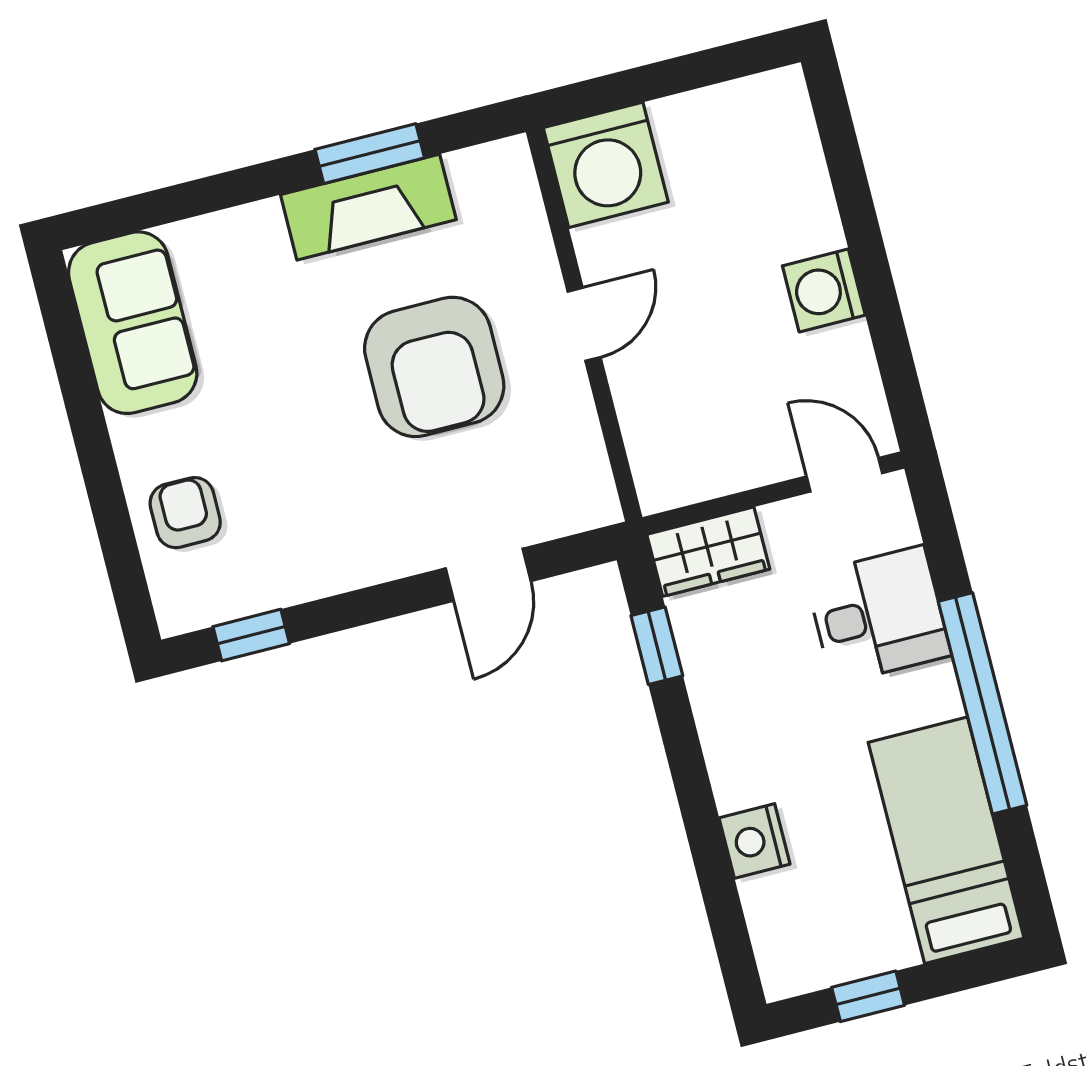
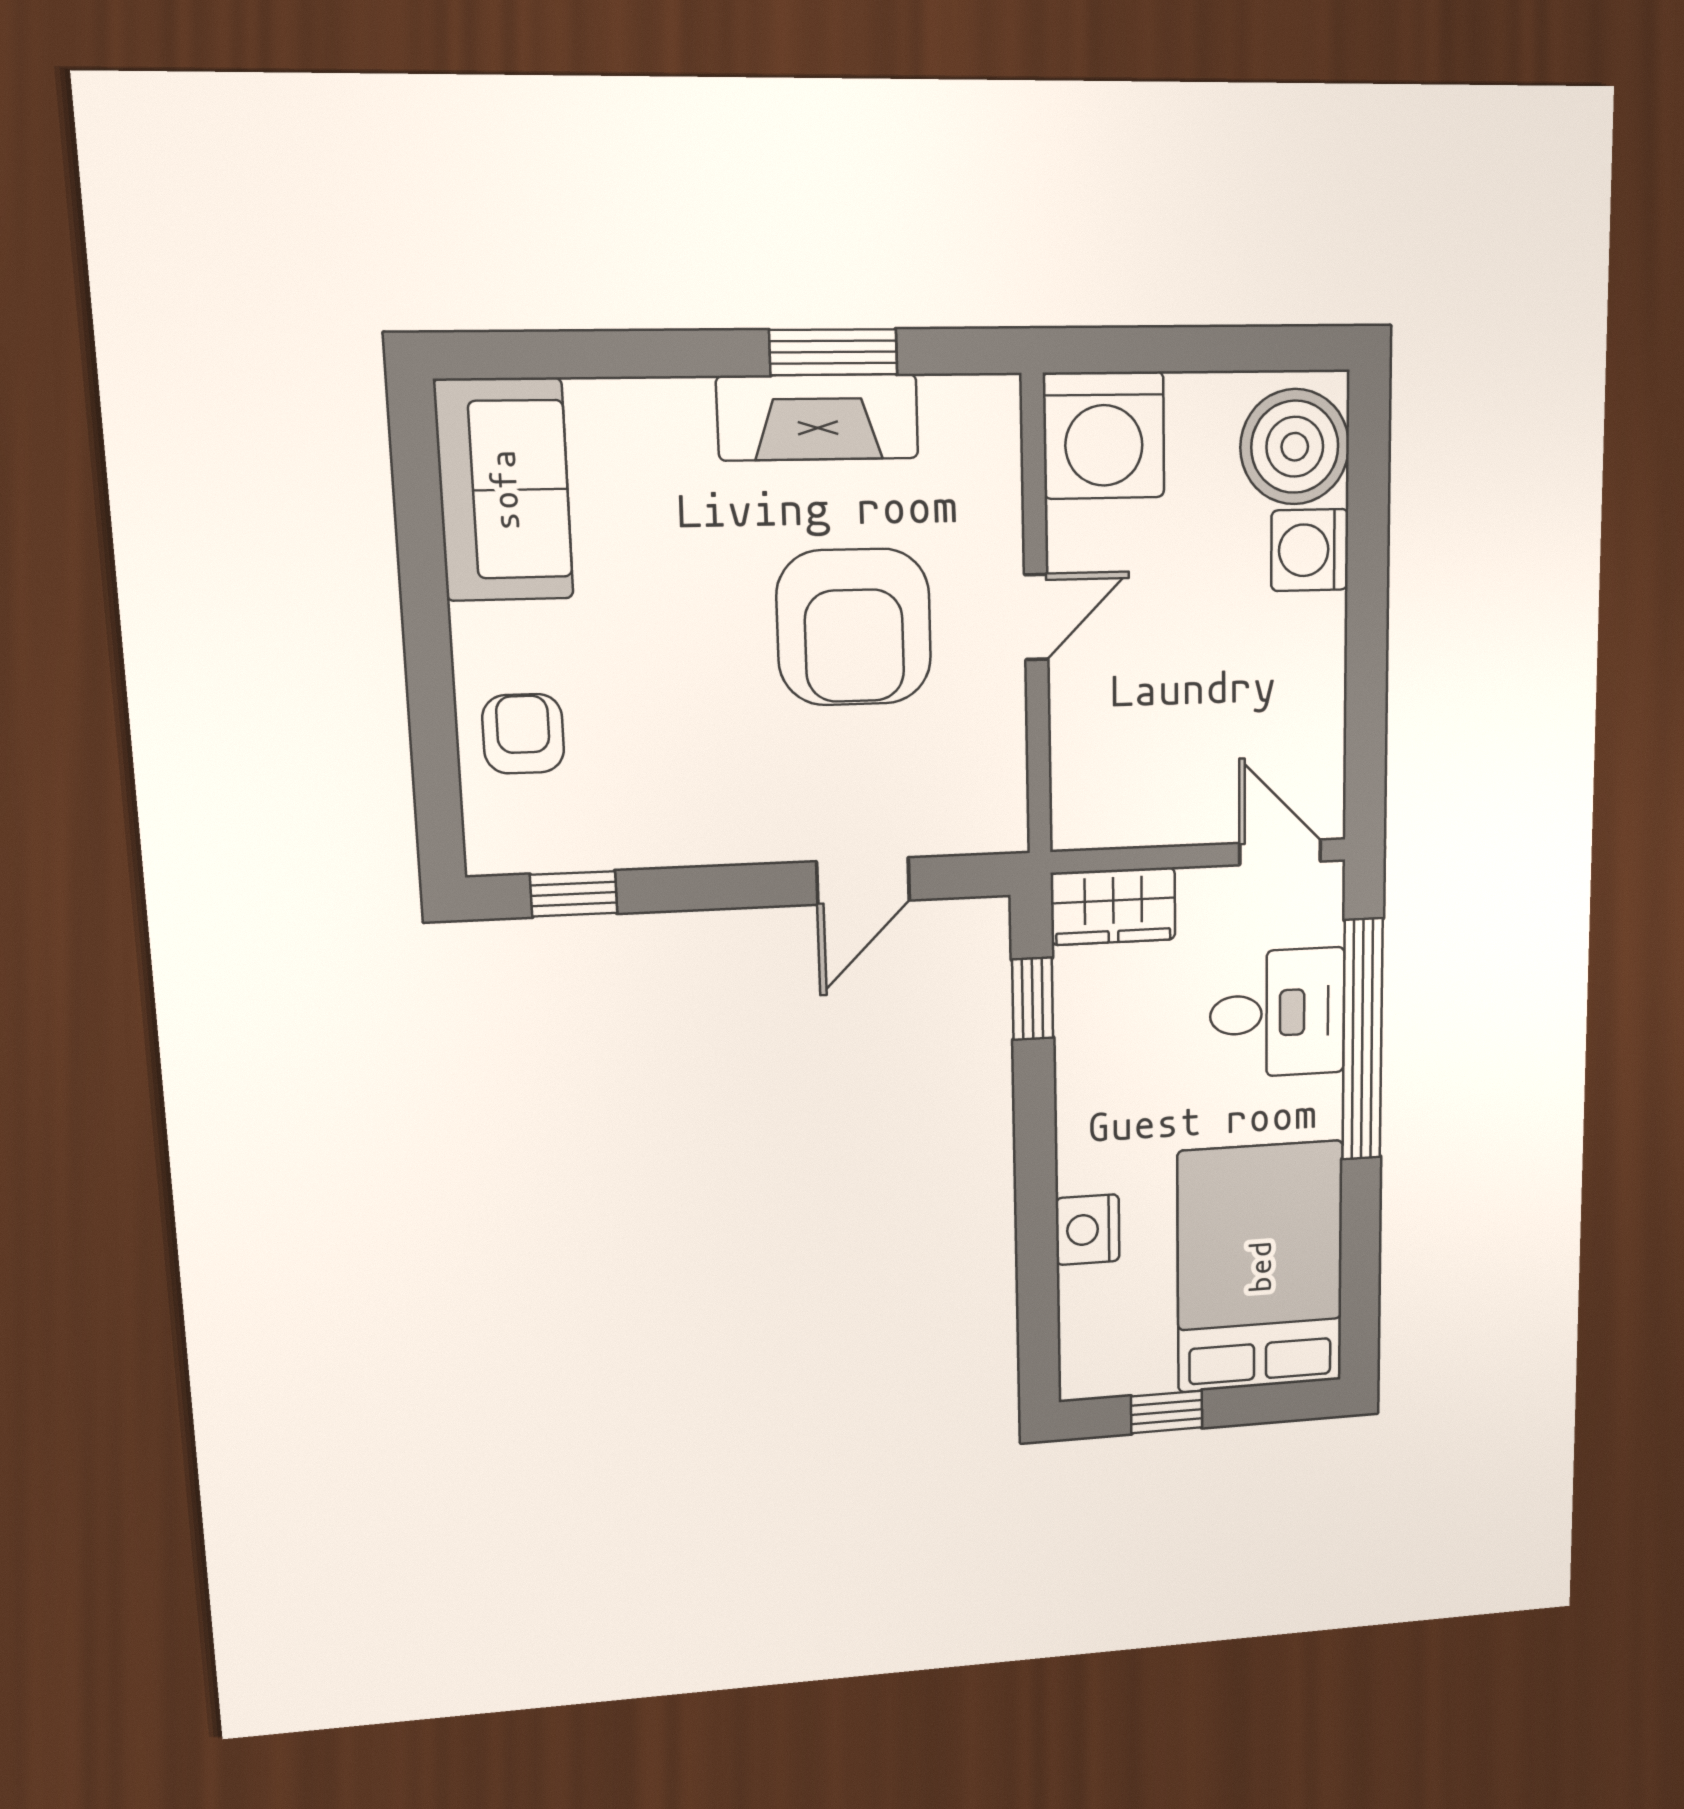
boiler: (770, 135) -> (1295, 447), added
washing machine: (824, 290) -> (1310, 550), moved
window: (983, 703) -> (1362, 1040), moved
bed: (946, 840) -> (1260, 1267), width x1.50

